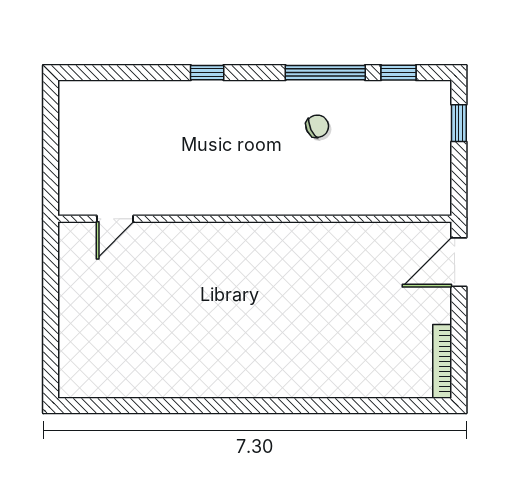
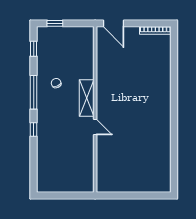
window: (325, 73) -> (34, 92), moved
shelving: (282, 198) -> (87, 98), added
door: (115, 219) -> (95, 127), moved

